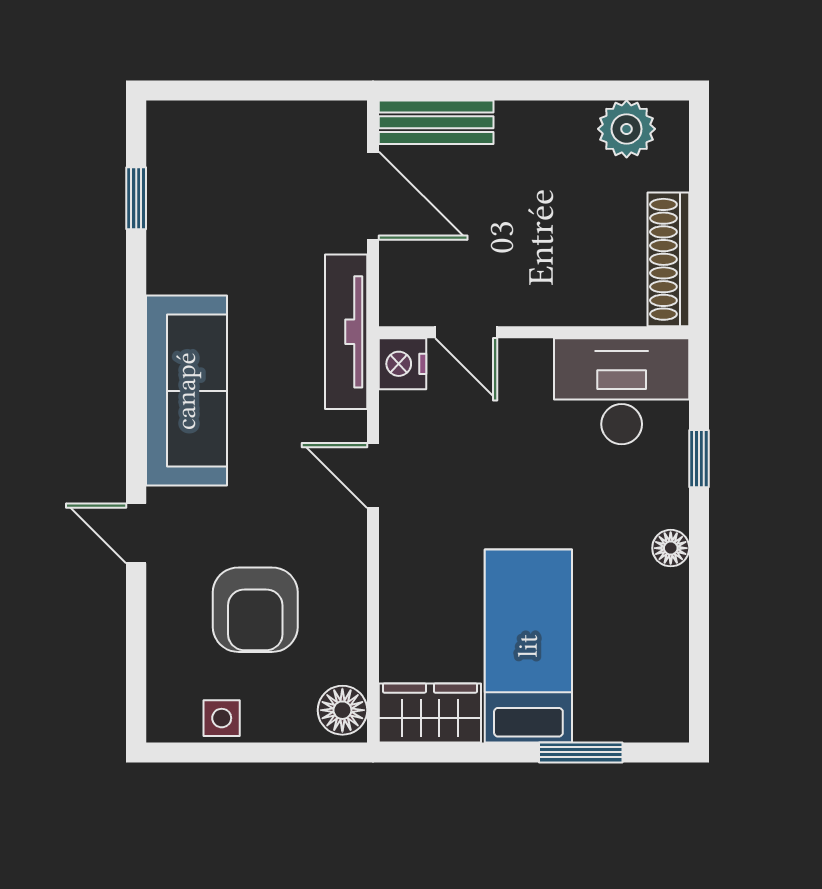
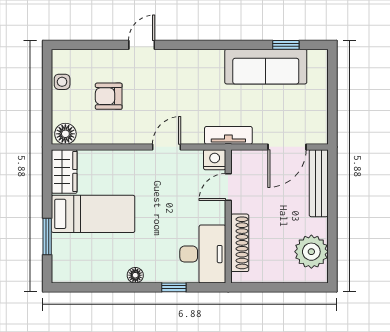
bench: (436, 122) -> (319, 183), width x1.36
plant: (627, 129) -> (311, 252), width x1.36, depth x1.36
shoe rack: (668, 259) -> (240, 243), moved, turned 90
tv unit: (346, 332) -> (228, 135), width x0.71
sofa: (186, 391) -> (266, 67), moved
armchair: (255, 610) -> (109, 96), width x0.72, depth x0.72

